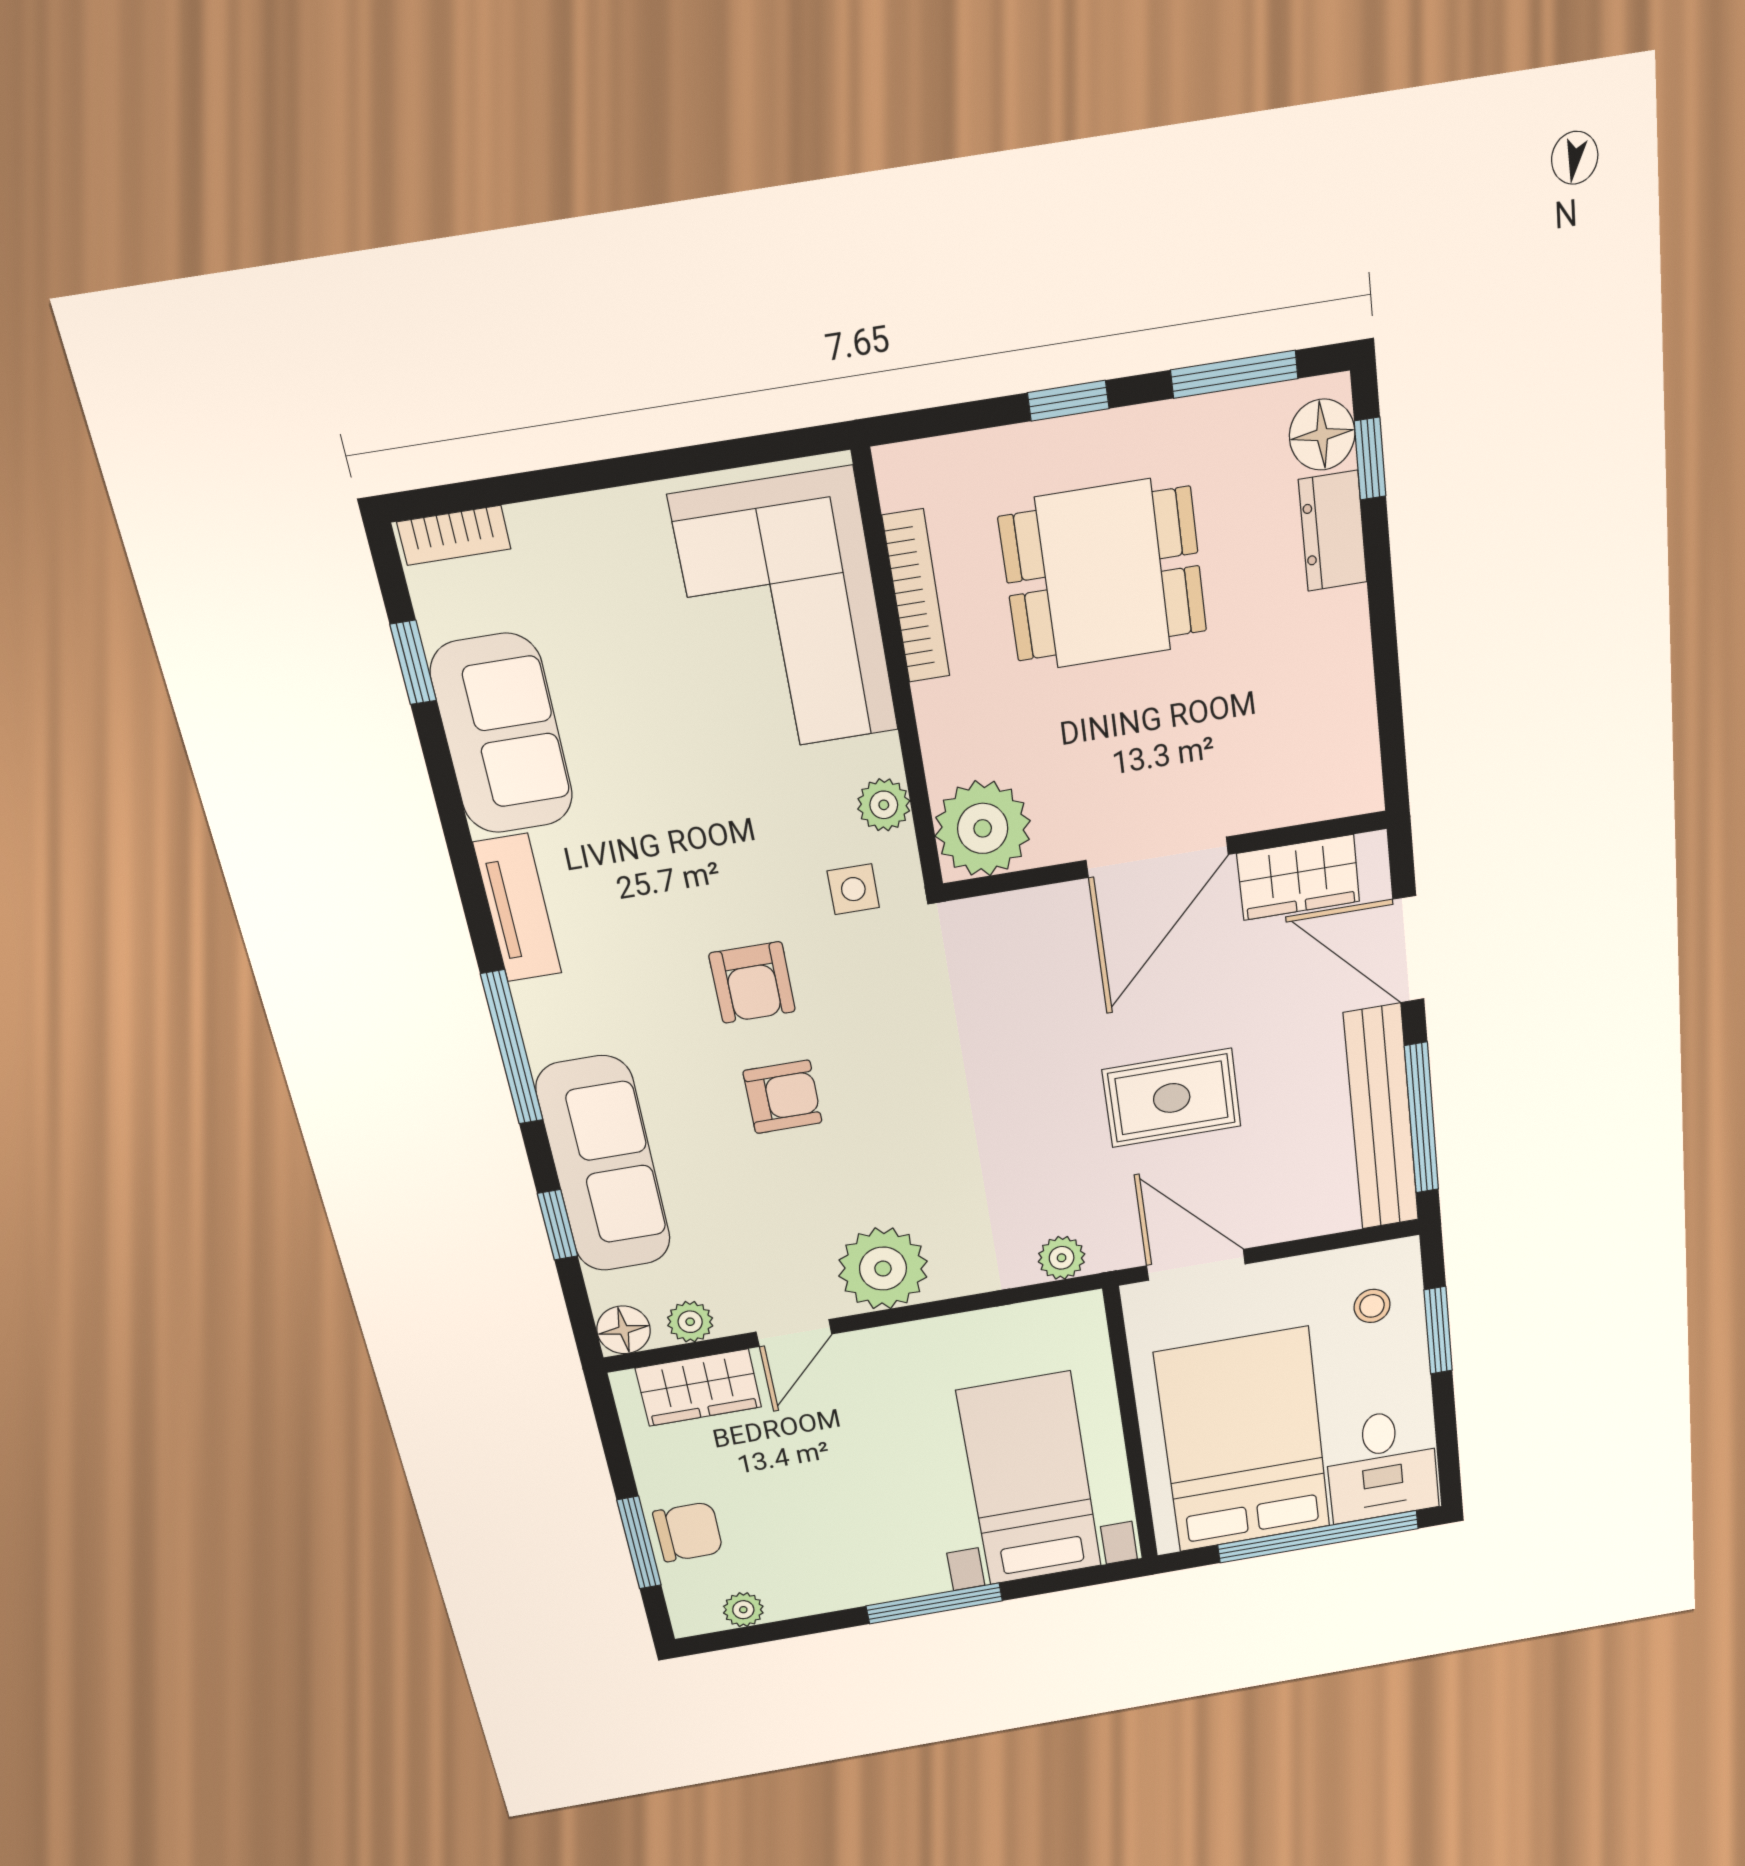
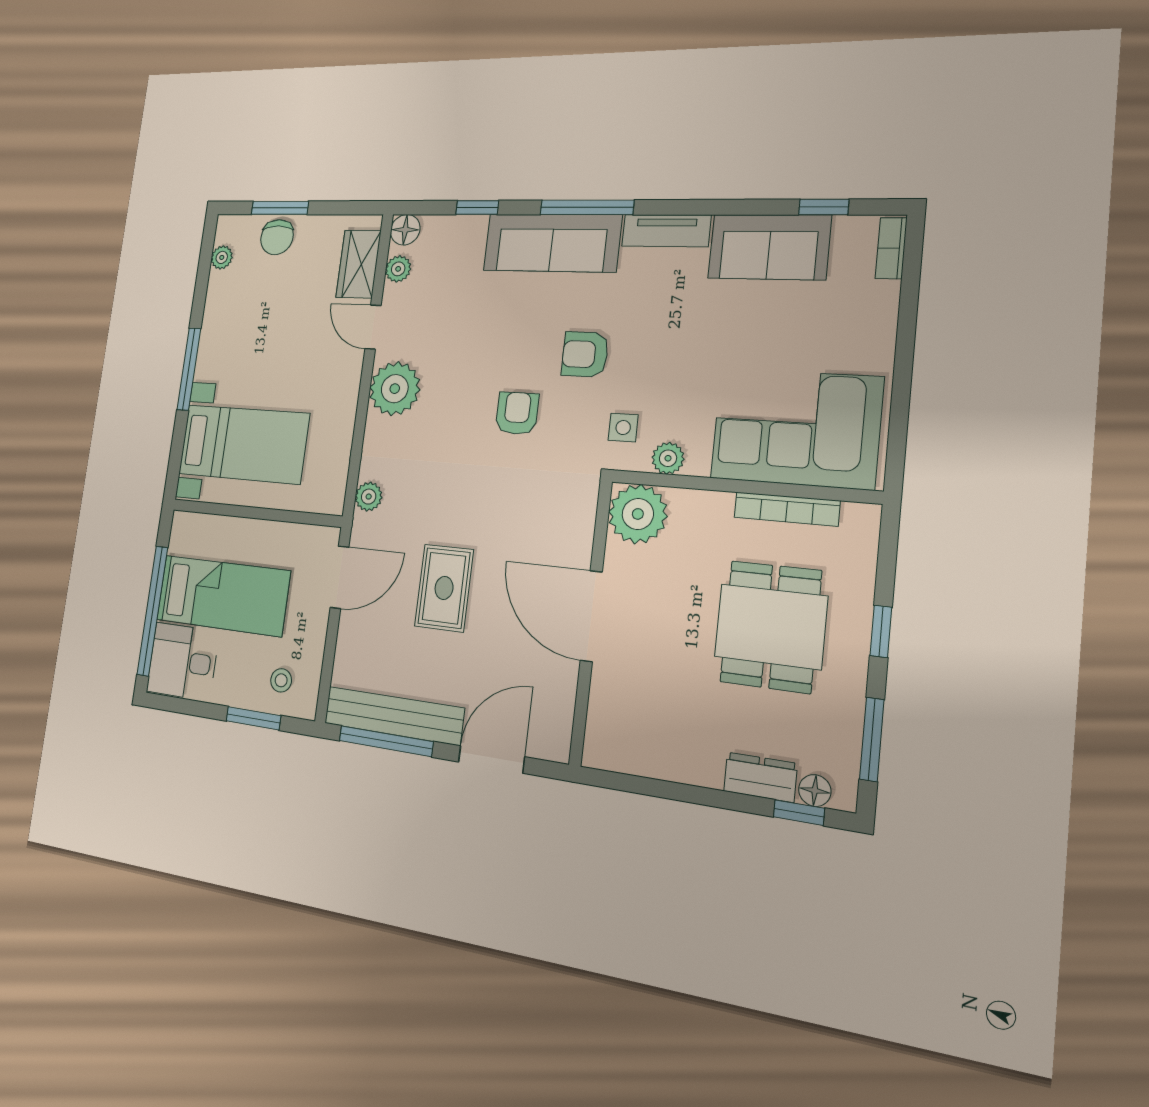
floor lamp: (1322, 435) -> (815, 790), width x0.73, depth x0.73
wardrobe: (1298, 878) -> (555, 701), removed
armchair: (783, 1097) -> (517, 413), moved, turned 180
sofa: (604, 1165) -> (552, 243), moved
bed: (1243, 1441) -> (223, 596), width x0.67

